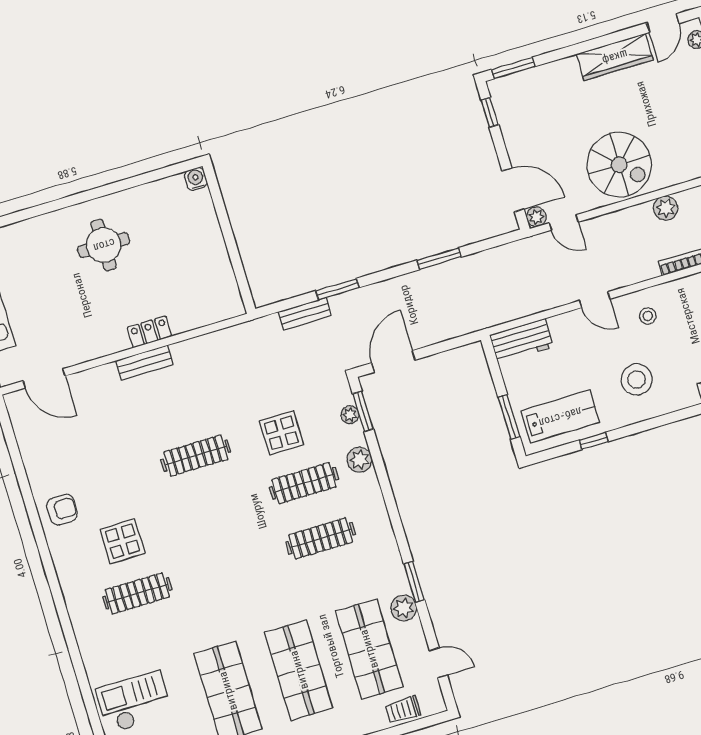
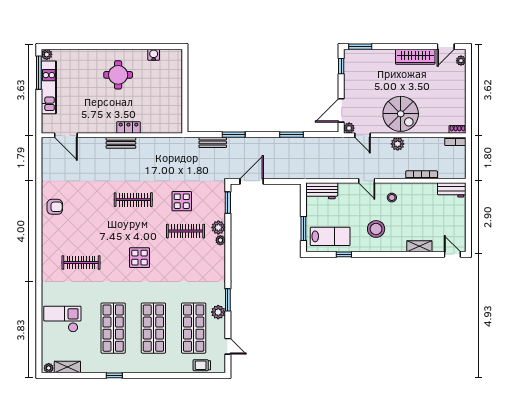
water cooler: (196, 179) -> (154, 55), moved
door: (513, 190) -> (341, 110), swing flipped
plant: (666, 208) -> (398, 144), moved
plant: (350, 415) -> (220, 240), moved
clothes rail: (321, 538) -> (186, 263), removed
display table: (122, 541) -> (140, 258), moved

